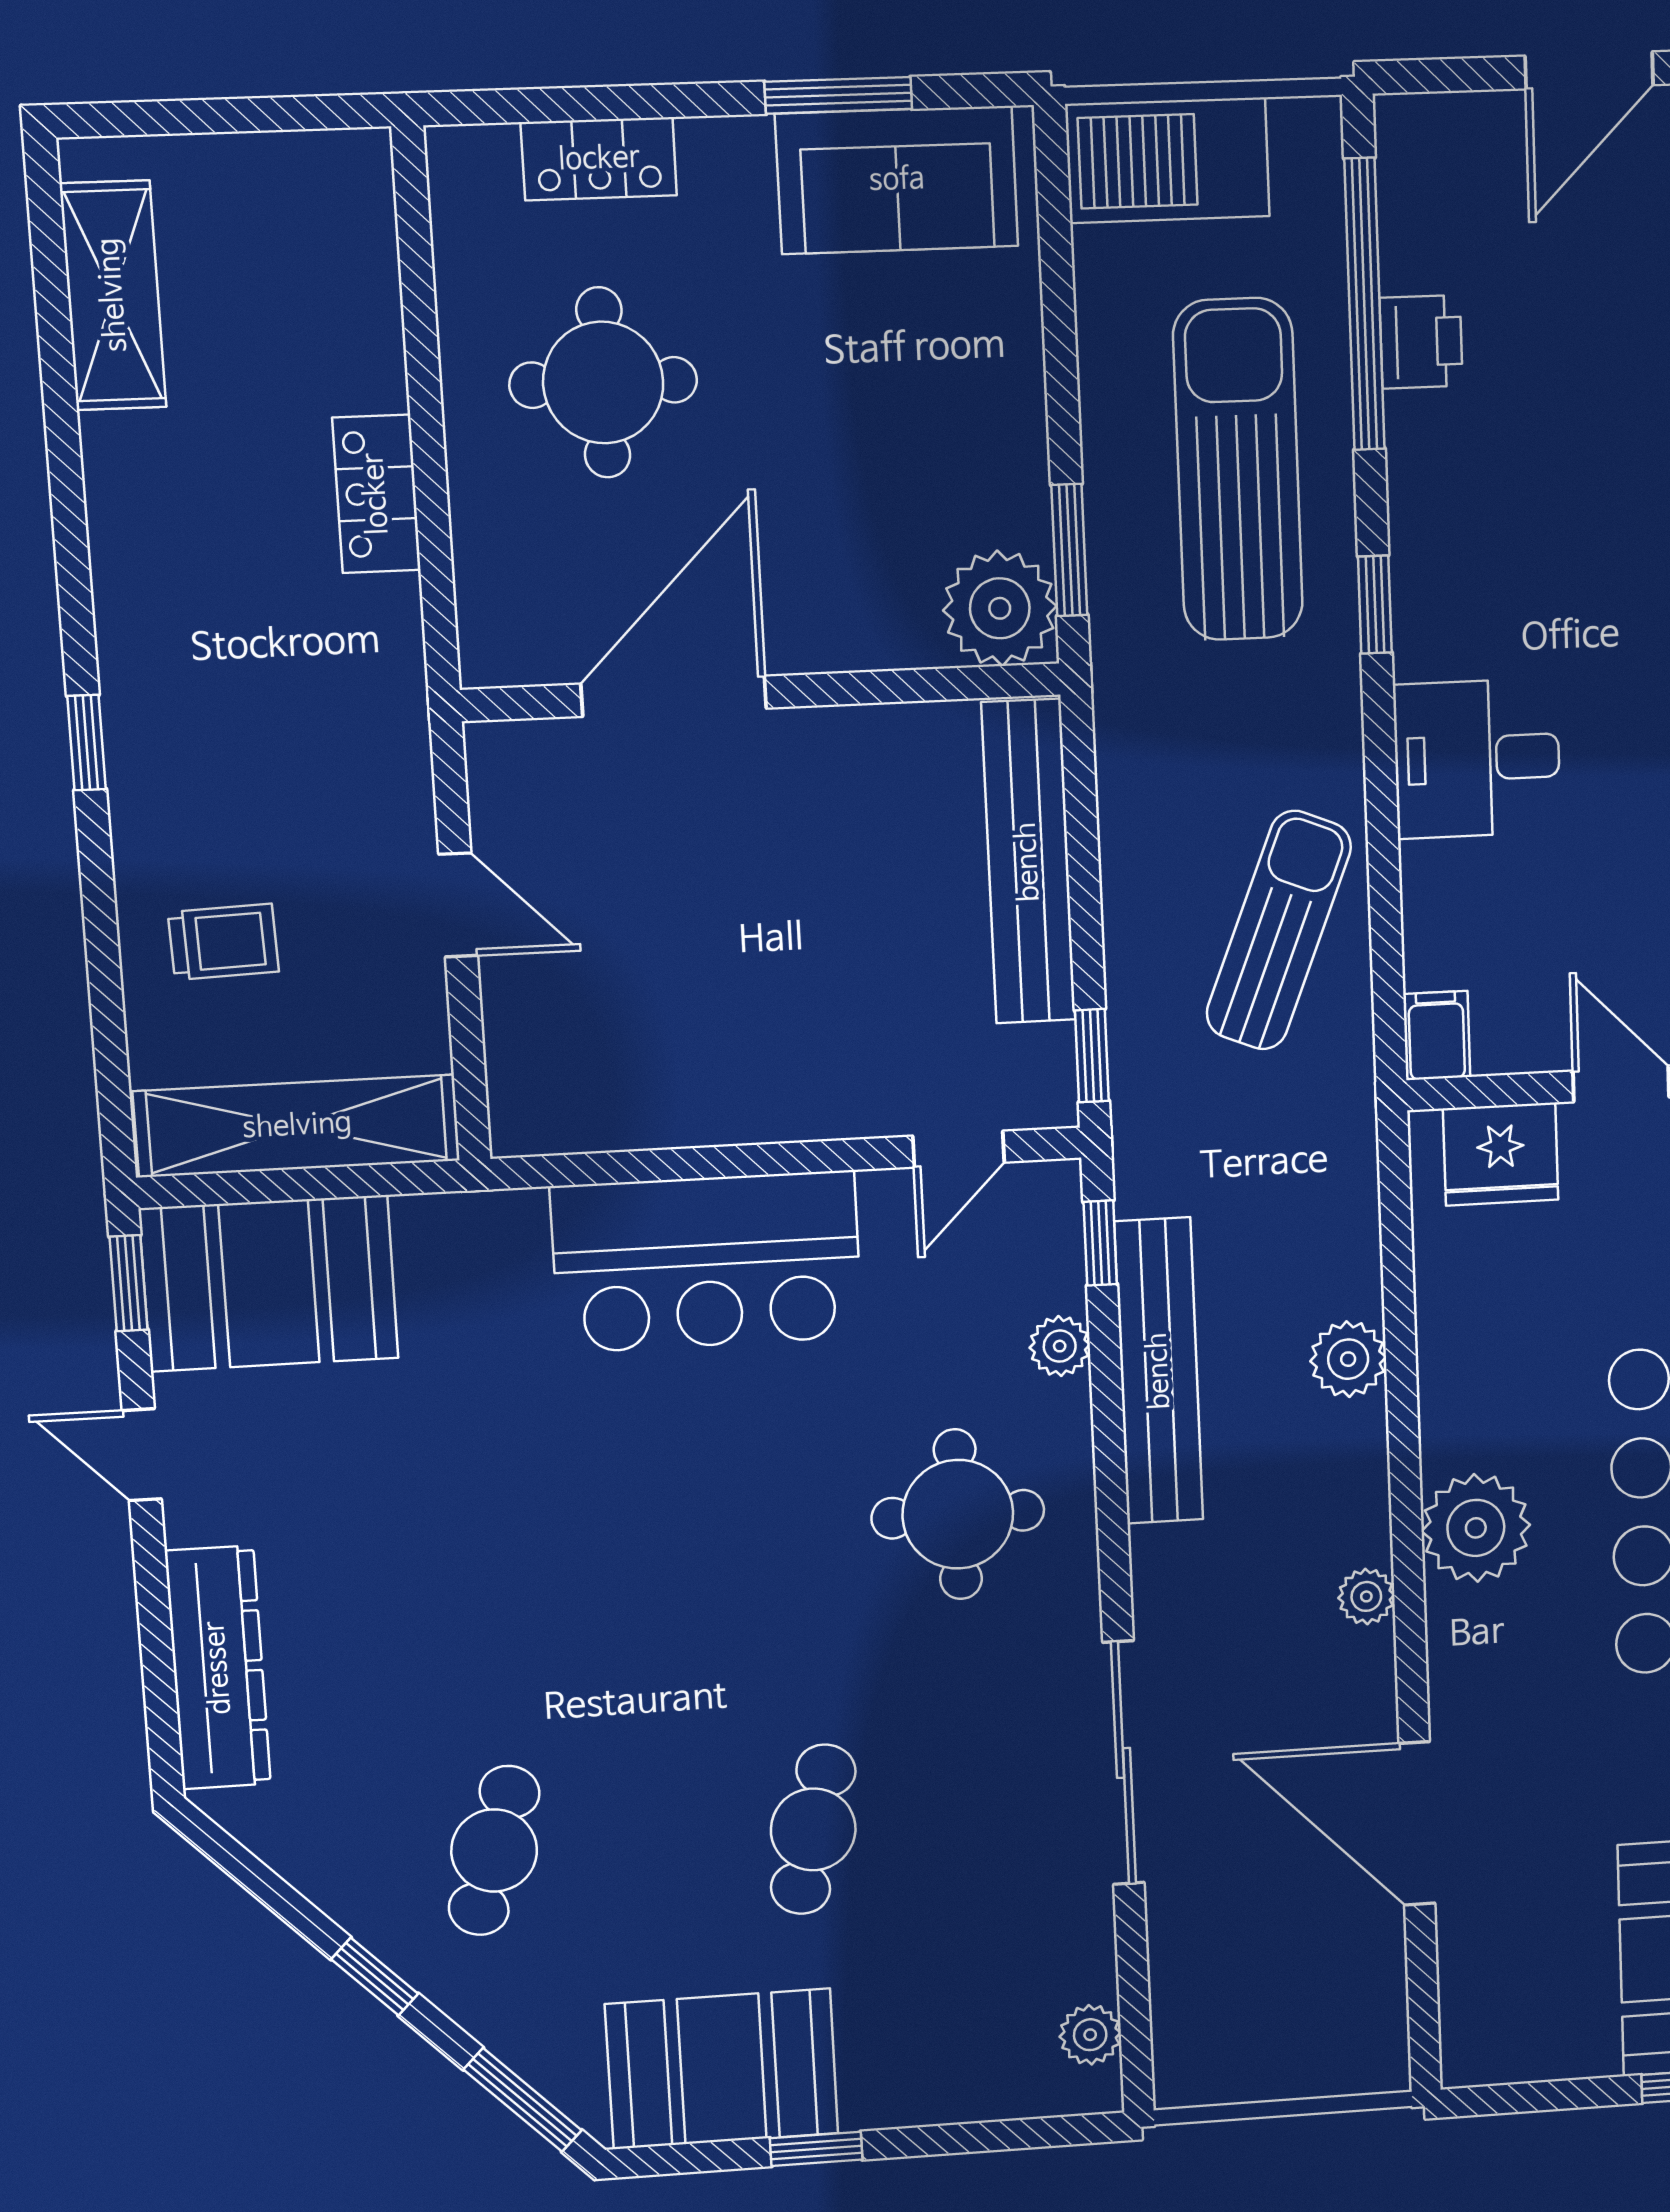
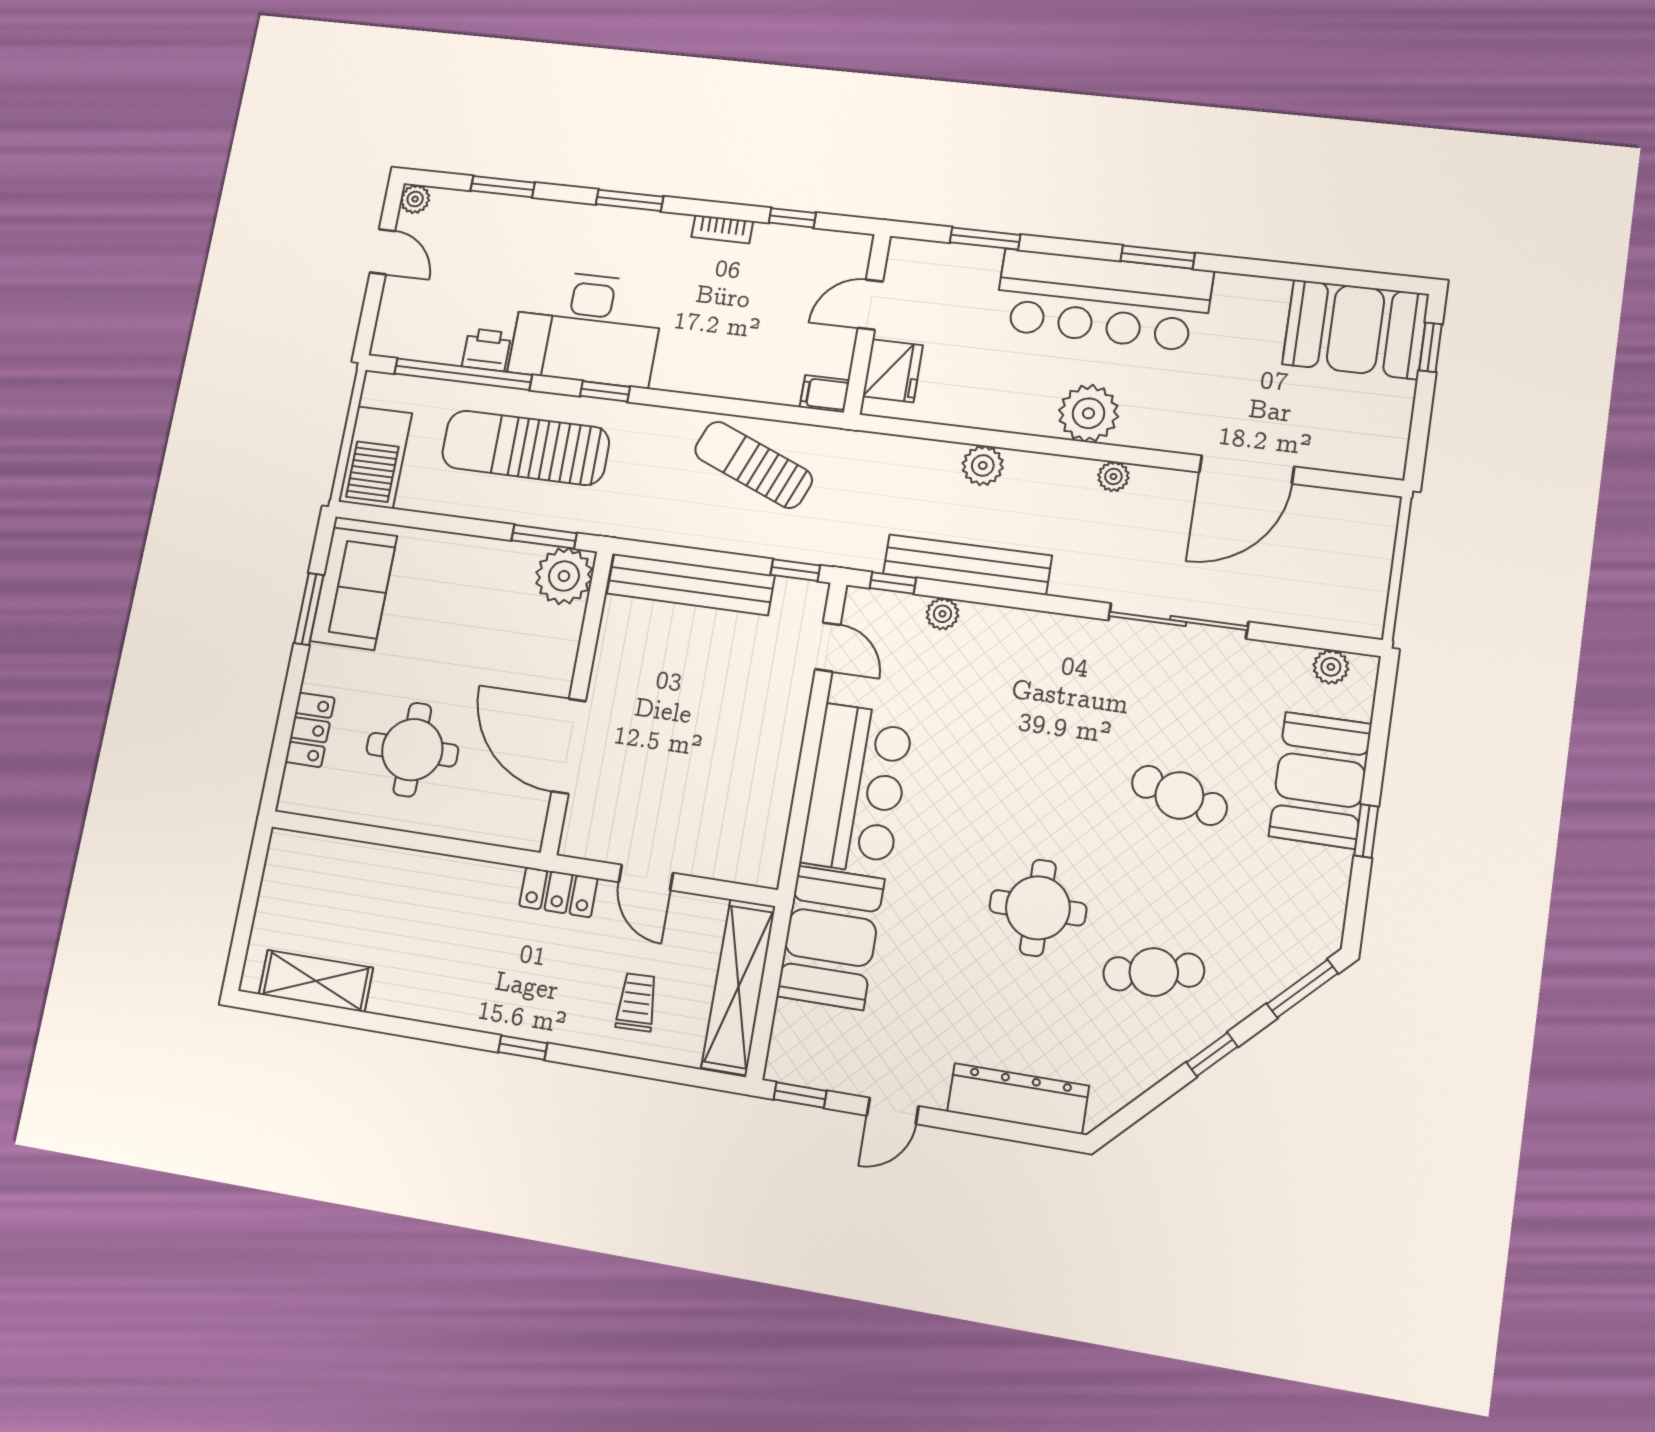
door: (1589, 70) -> (382, 252), width x0.73
locker: (376, 494) -> (558, 892), moved
desk: (1477, 758) -> (587, 328), moved, width x1.87, depth x1.30
door: (458, 905) -> (646, 878), swing flipped
booth: (269, 1283) -> (831, 938), moved
round table: (958, 1514) -> (1038, 908), moved
cafe table: (494, 1851) -> (1154, 972), turned -30
booth: (722, 2069) -> (1320, 780), moved

